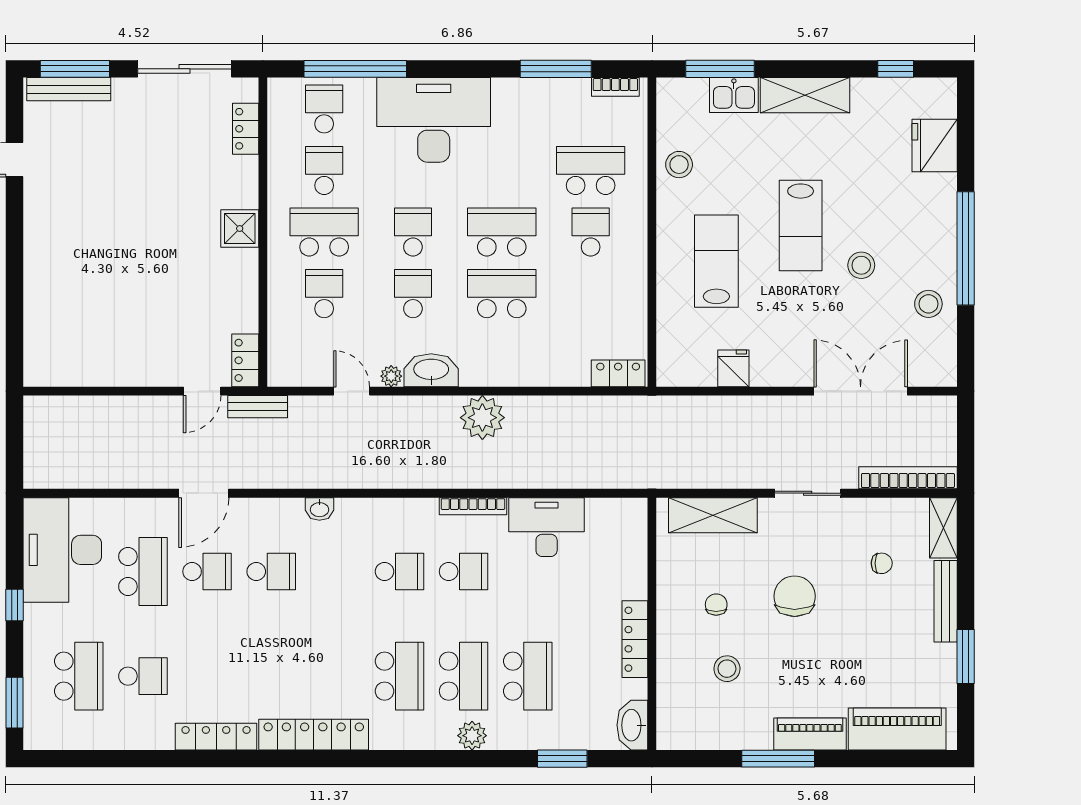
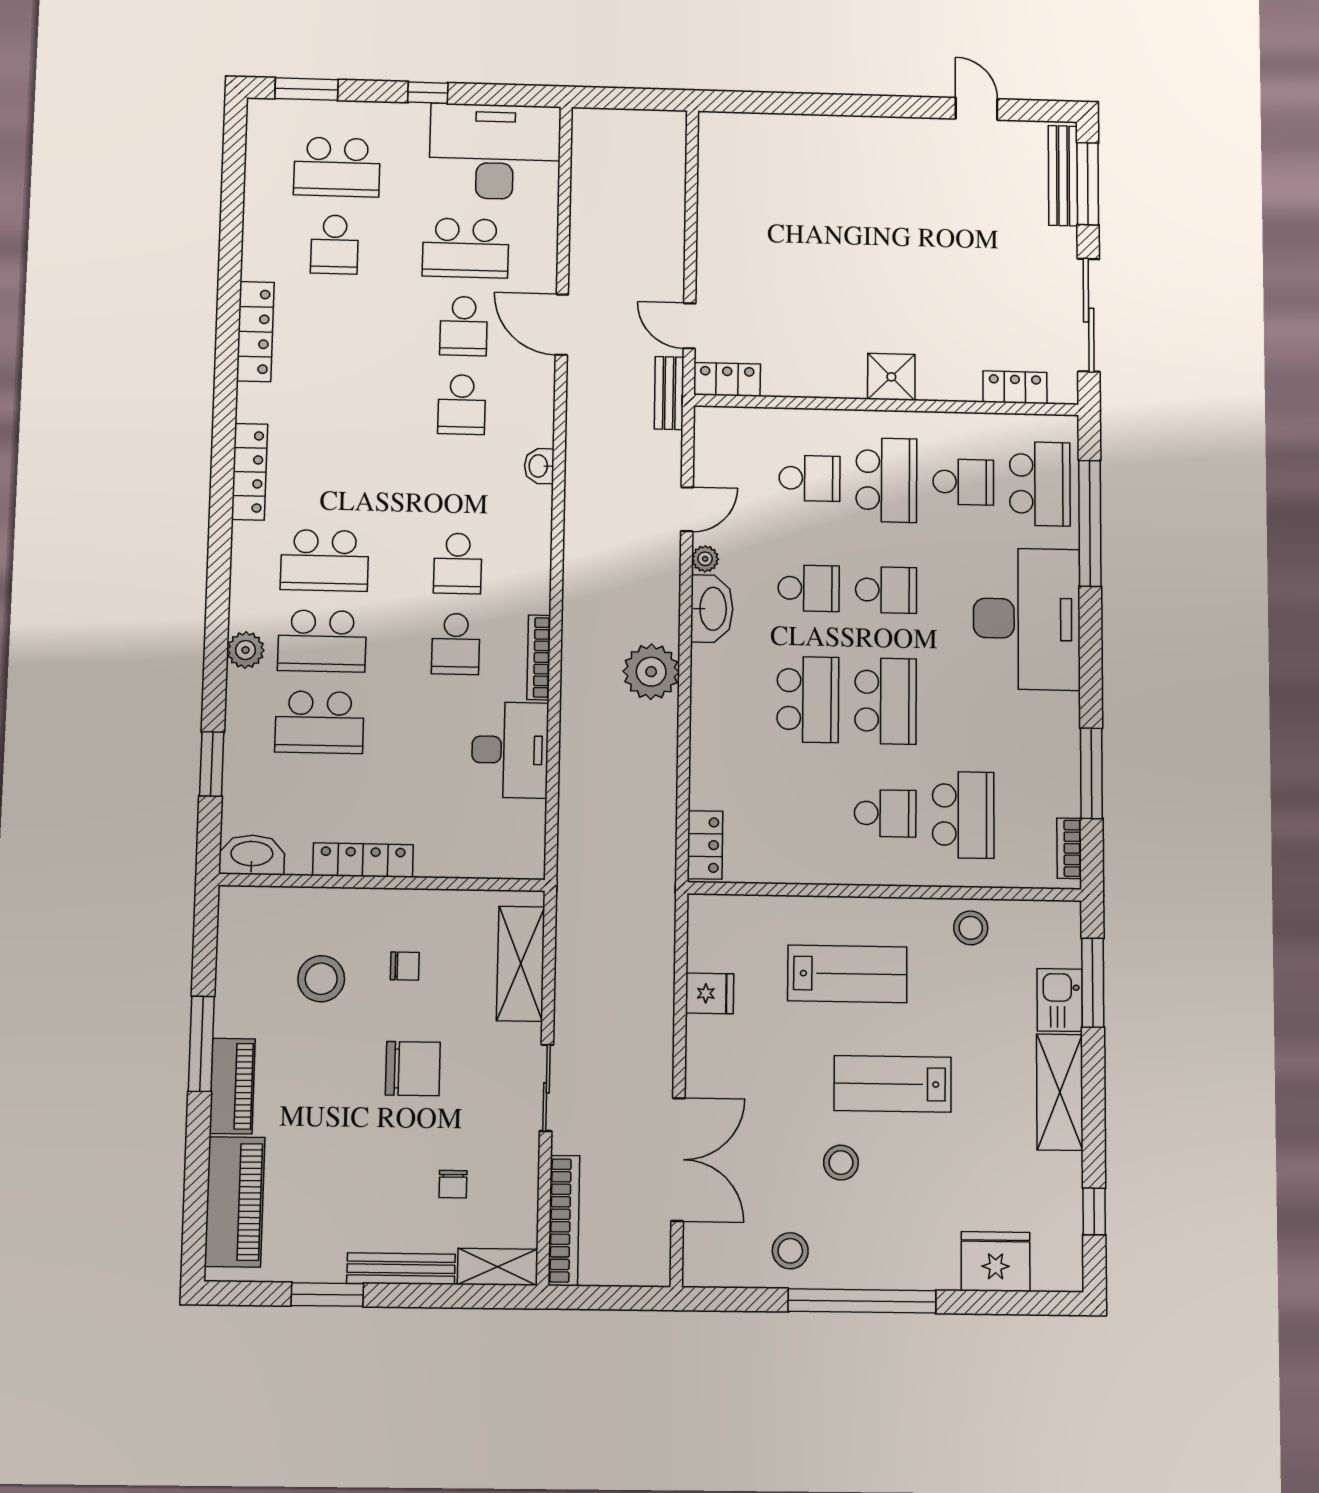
school desk: (324, 109) -> (1040, 484), width x1.85
stool: (727, 669) -> (321, 979), width x1.38, depth x1.38
locker: (314, 735) -> (250, 472), width x0.71, depth x0.83

